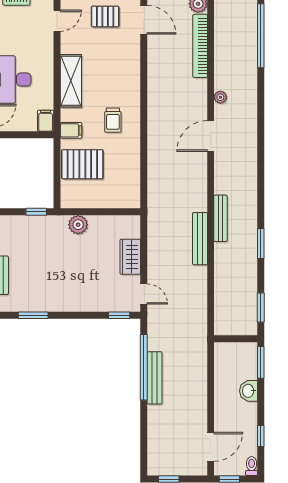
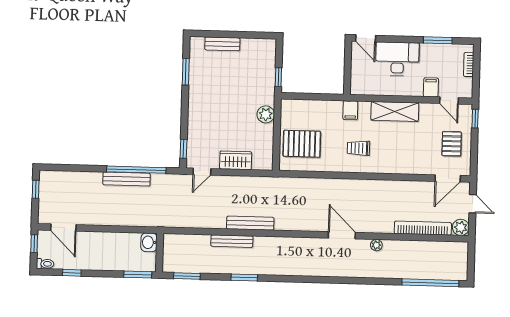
filing cabinet: (46, 121) -> (431, 87), moved, turned -90
pallet: (82, 164) -> (302, 144), moved, turned 90
bench: (221, 218) -> (232, 241), moved
washbasin: (249, 391) -> (149, 242), moved, turned -90

